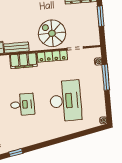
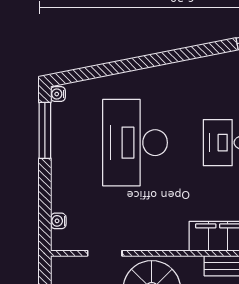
locker: (52, 56) -> (155, 240), removed
window: (106, 77) -> (45, 130), moved

